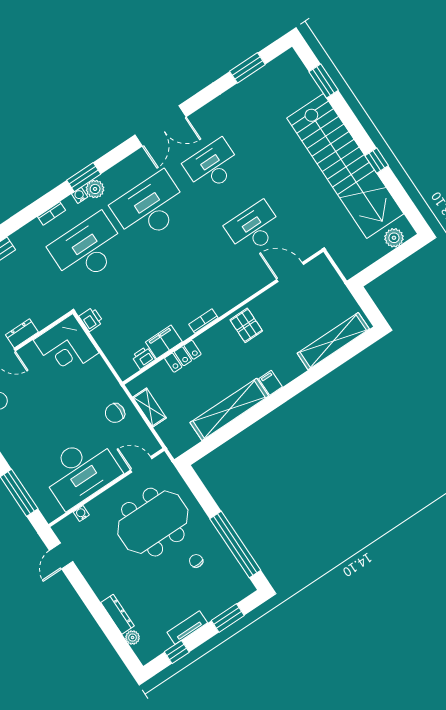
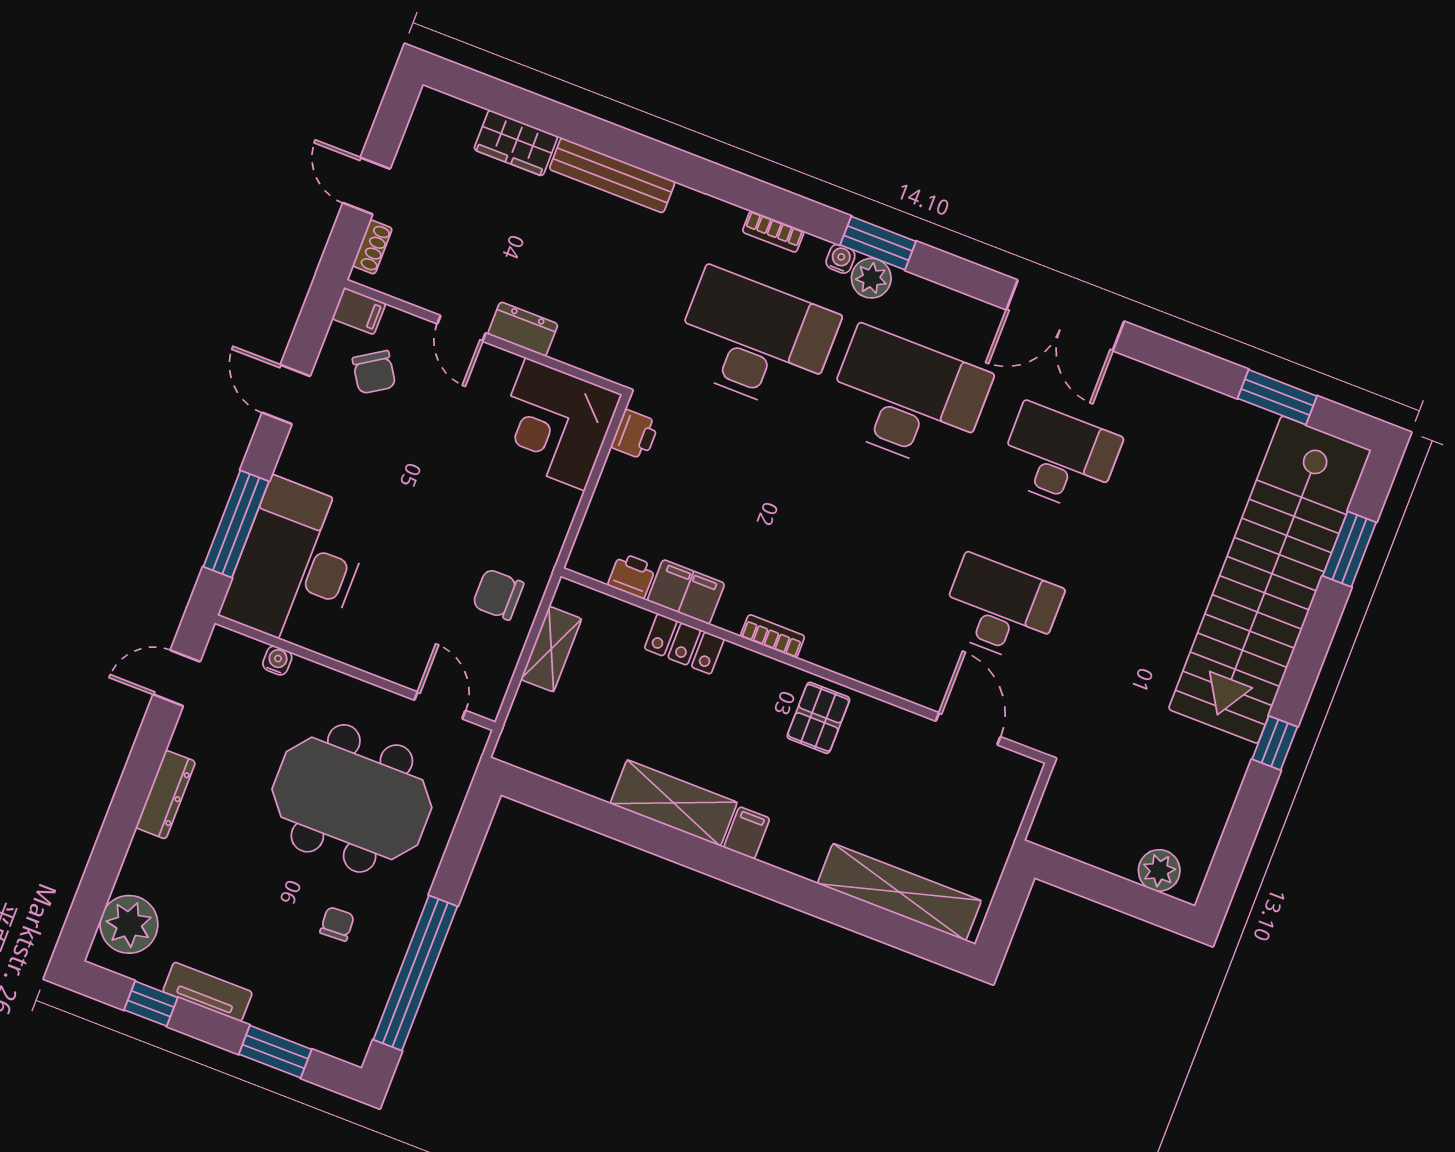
stairs: (345, 166) -> (1270, 580), moved
shelving: (229, 409) -> (674, 803), width x0.68
desk: (80, 471) -> (298, 565), moved, turned 90
dresser: (118, 614) -> (166, 795), moved
plant: (133, 638) -> (129, 924), width x1.88, depth x1.88

